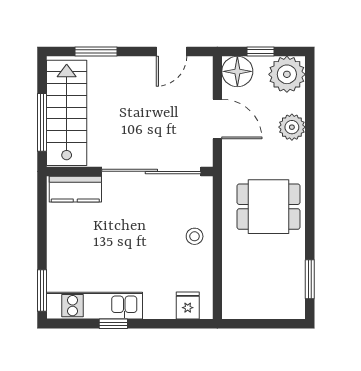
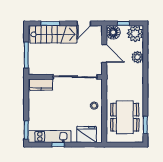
stairs: (67, 113) -> (53, 34), moved, turned 90
dining table: (269, 207) -> (125, 117), moved, width x1.38
fridge: (188, 305) -> (87, 134), width x1.88, depth x1.34

